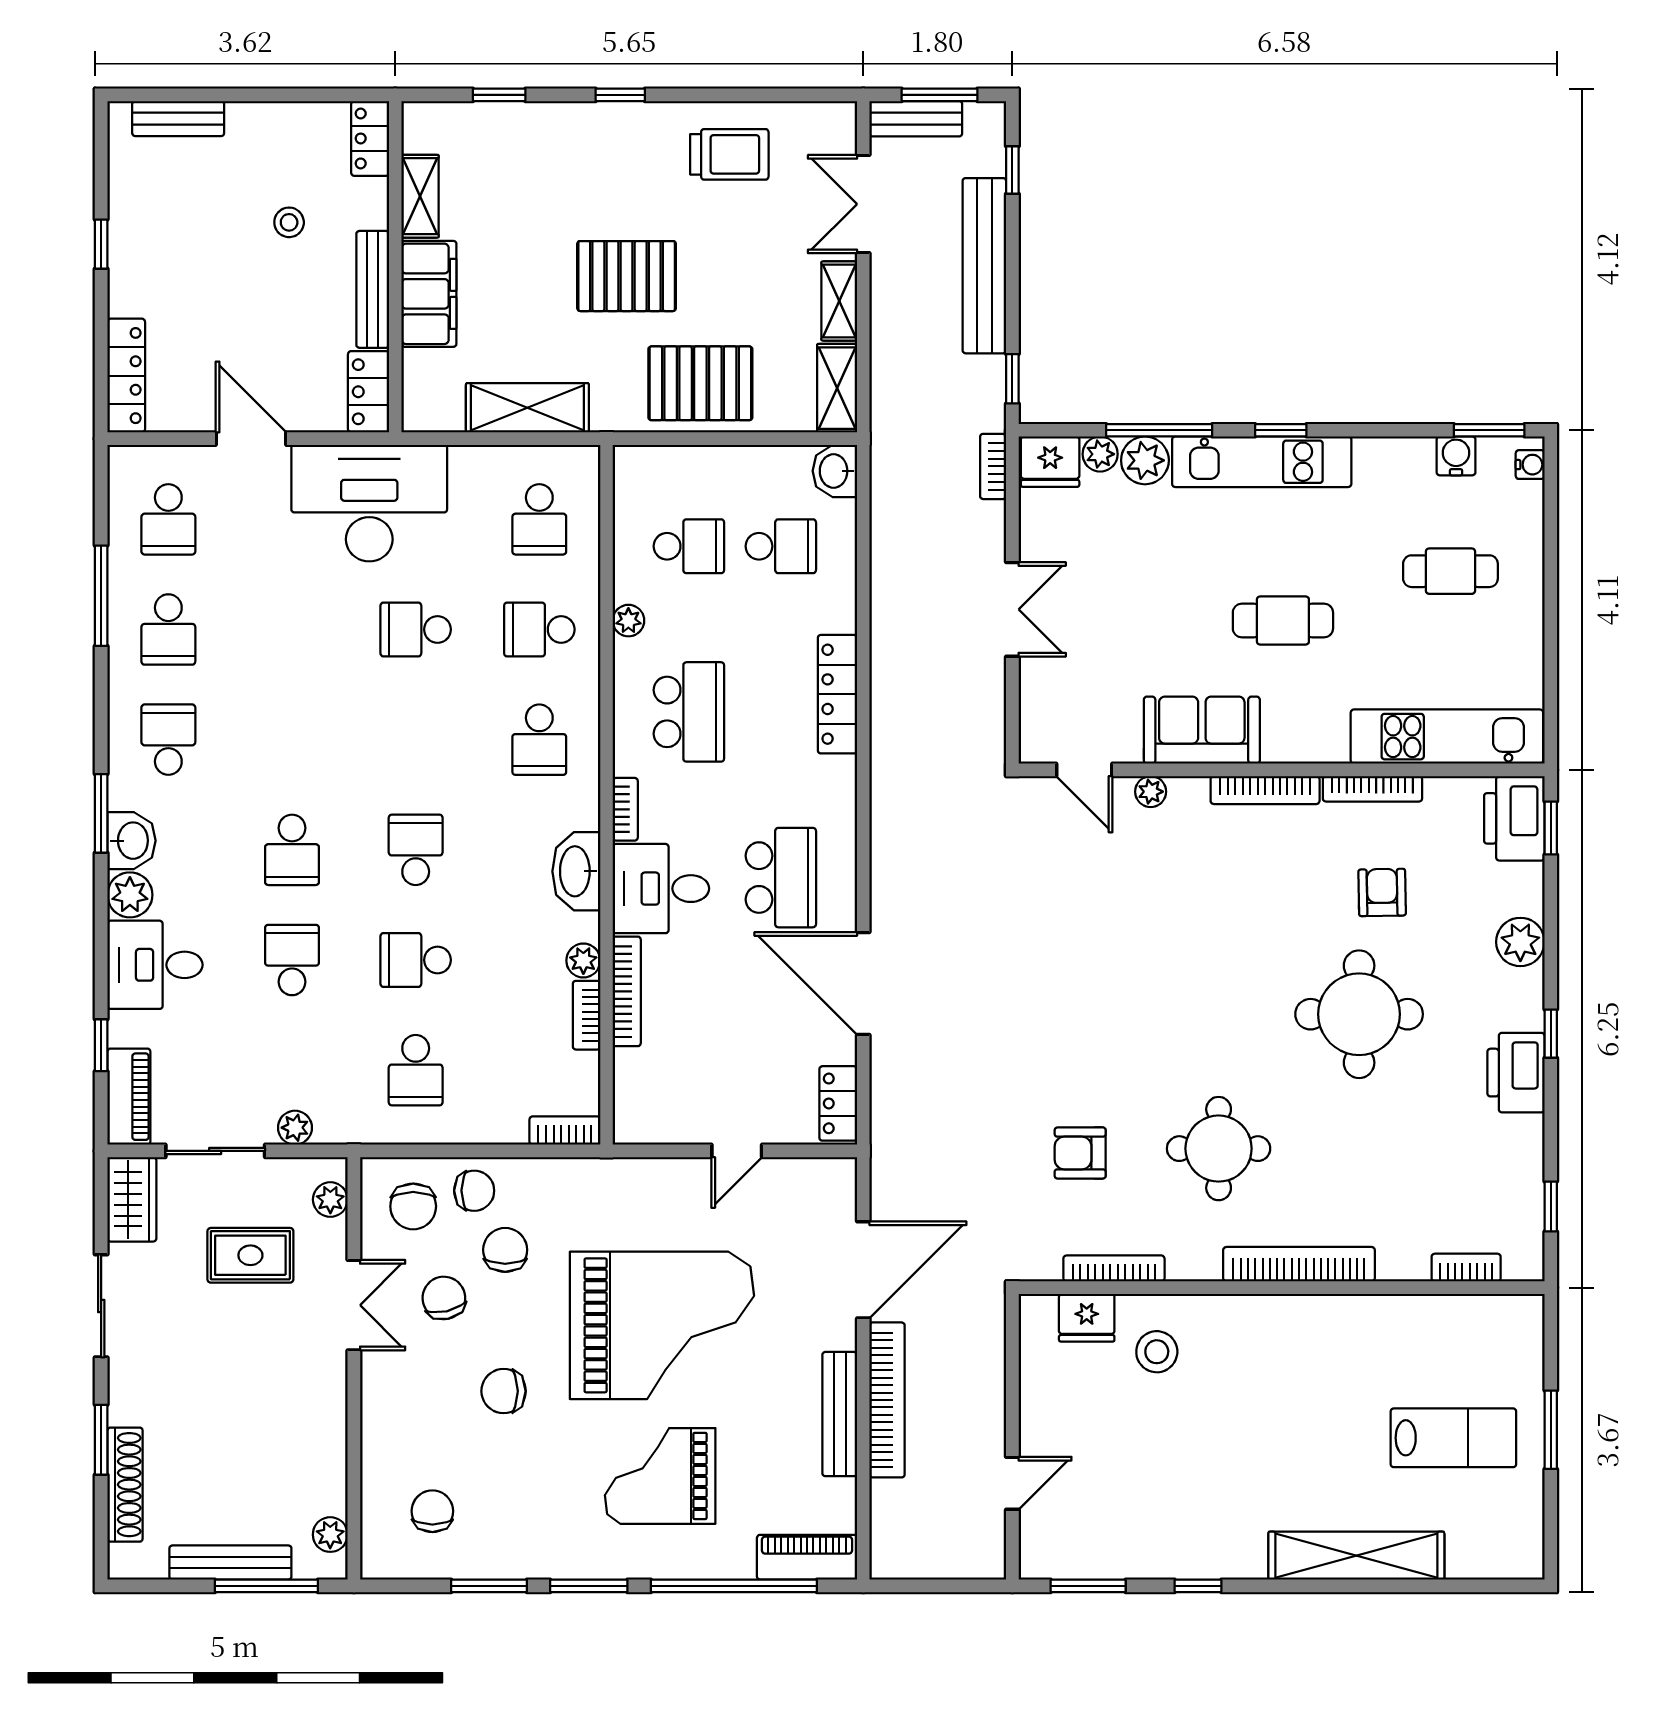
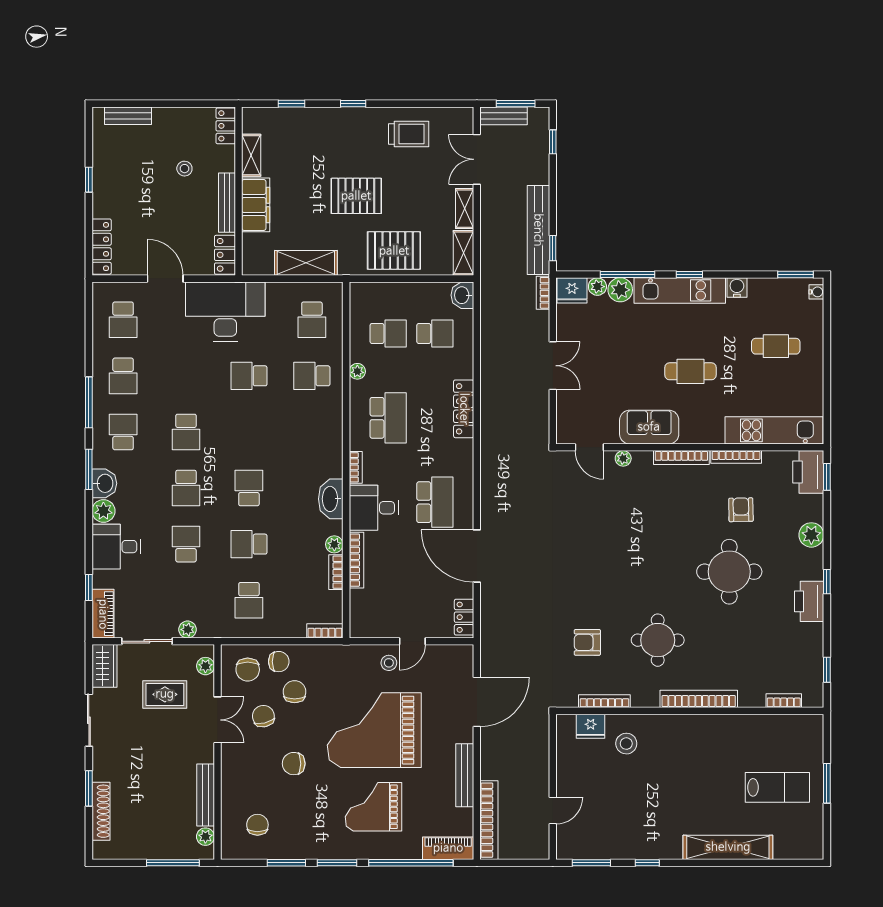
bench: (984, 266) -> (538, 230), moved
water cooler: (1456, 456) -> (737, 287), moved
window: (101, 596) -> (89, 402), moved
school desk: (539, 740) -> (186, 432), moved
stool: (690, 1193) -> (389, 663), added
grand piano: (662, 1325) -> (374, 730), turned 180
bookcase: (887, 1400) -> (489, 820), moved
bench: (230, 1563) -> (206, 795), moved, turned 90

